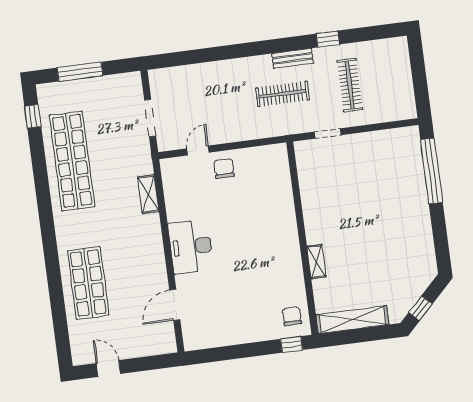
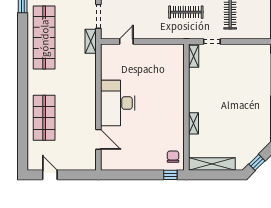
shelving: (303, 160) -> (194, 56), added
chair: (224, 168) -> (142, 55), removed
shelving: (148, 194) -> (91, 41), moved
desk: (191, 247) -> (118, 103), width x1.36, depth x1.30
door: (175, 305) -> (98, 139), swing flipped

